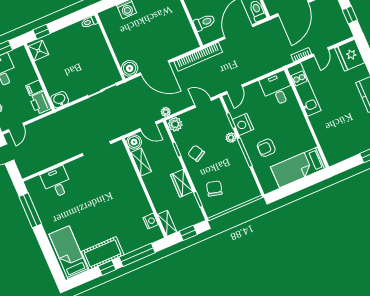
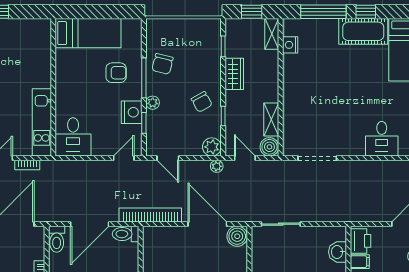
toilet: (204, 22) -> (126, 234), moved
washbasin: (60, 100) -> (338, 252), moved, turned 90
chair: (214, 188) -> (163, 64), moved

